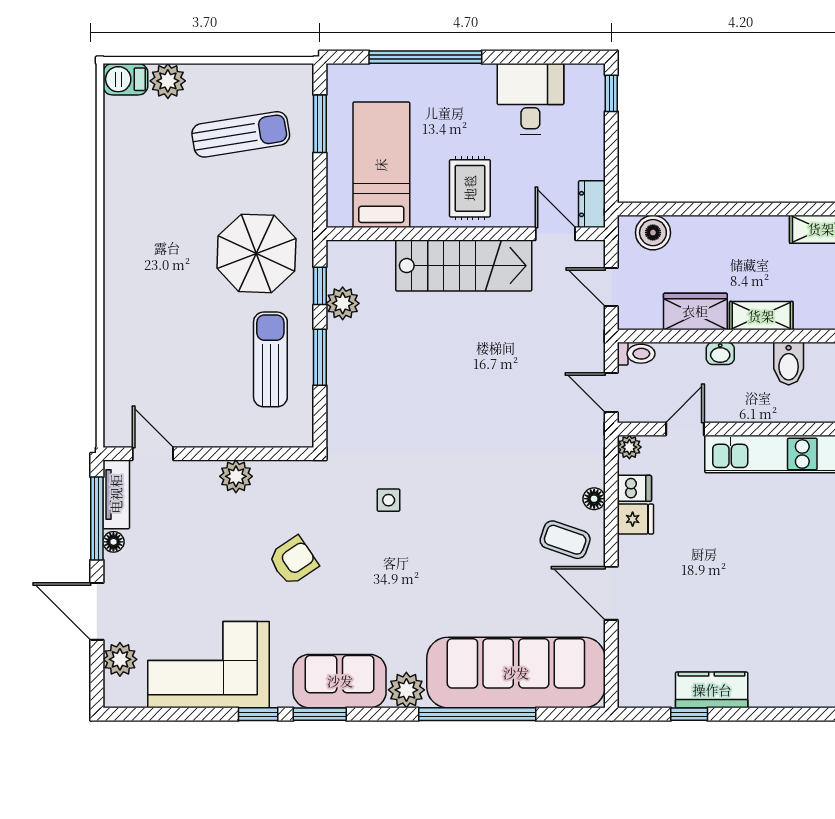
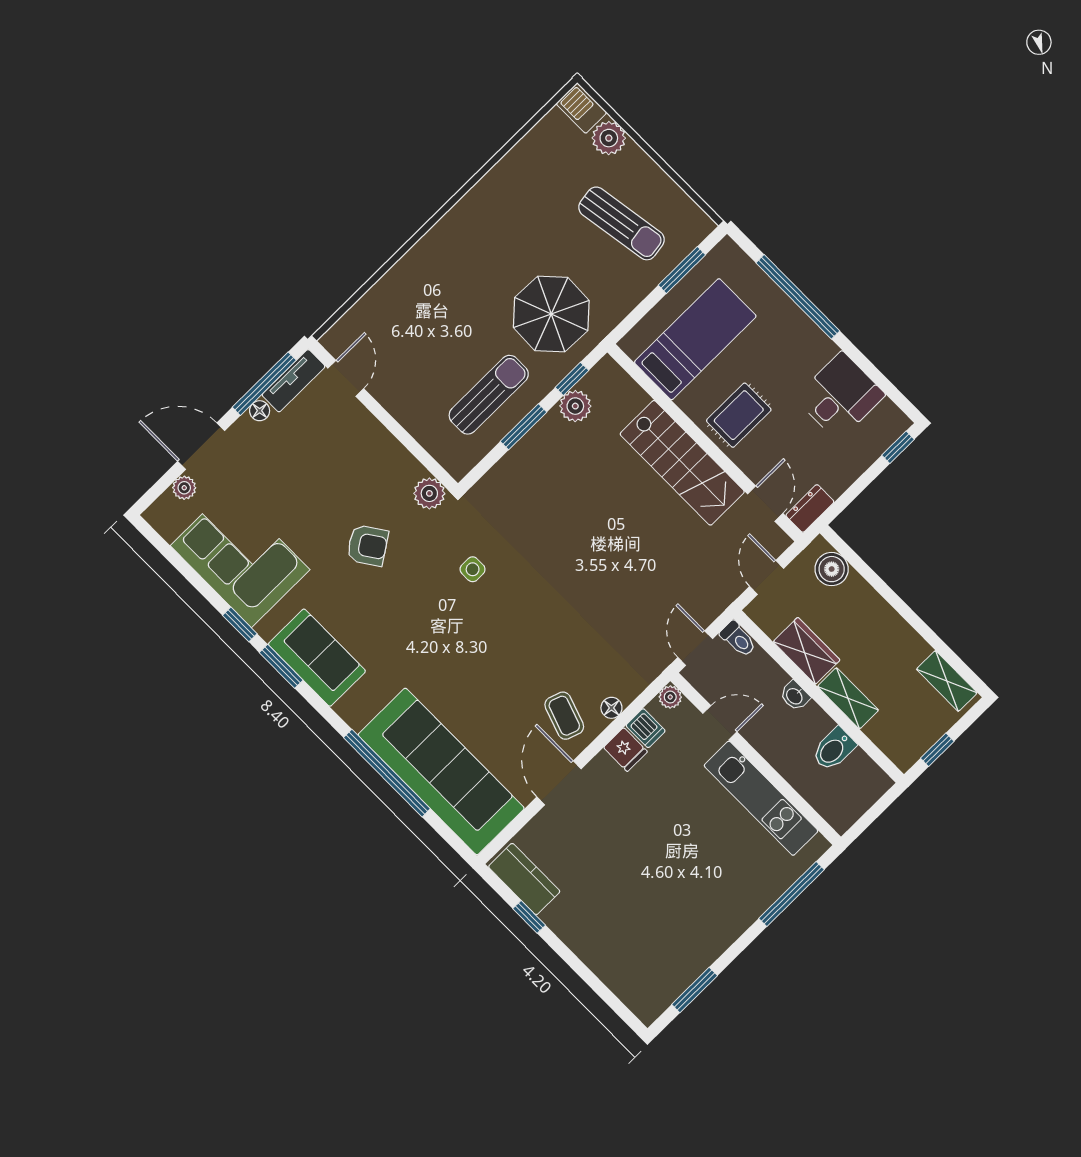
plant: (236, 476) -> (429, 493), moved
door: (97, 611) -> (201, 446), hinge flipped
plant: (120, 659) -> (184, 488), width x0.73, depth x0.73
plant: (406, 690) -> (356, 709), removed
kitchen counter: (712, 690) -> (524, 879), moved

